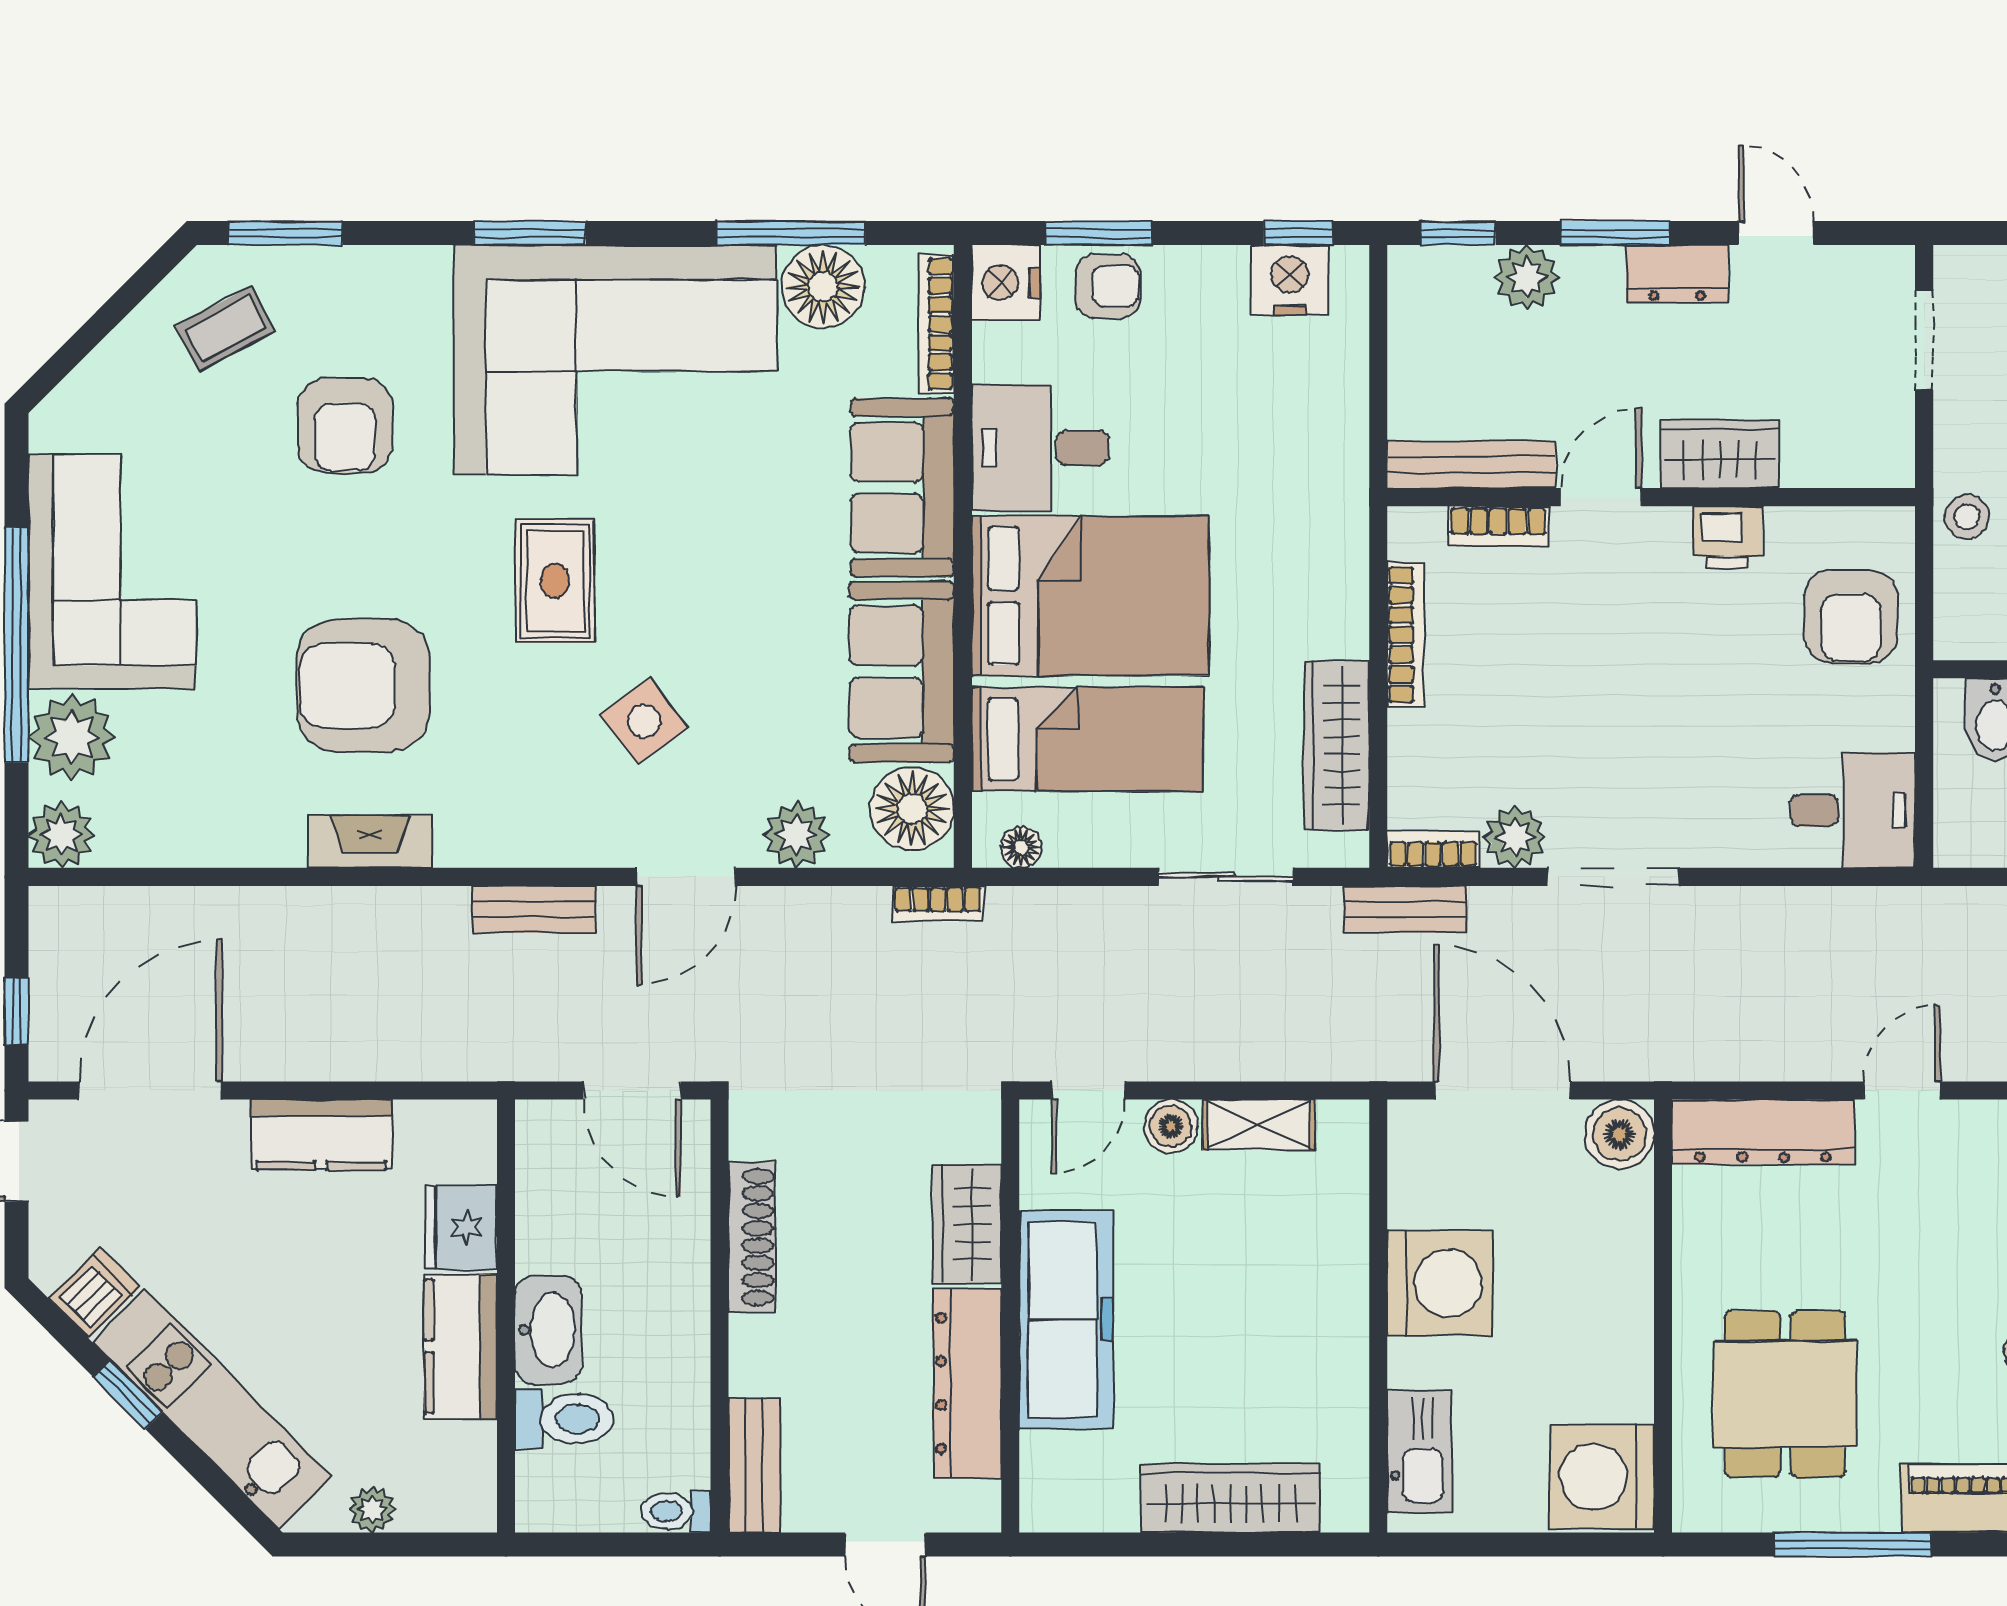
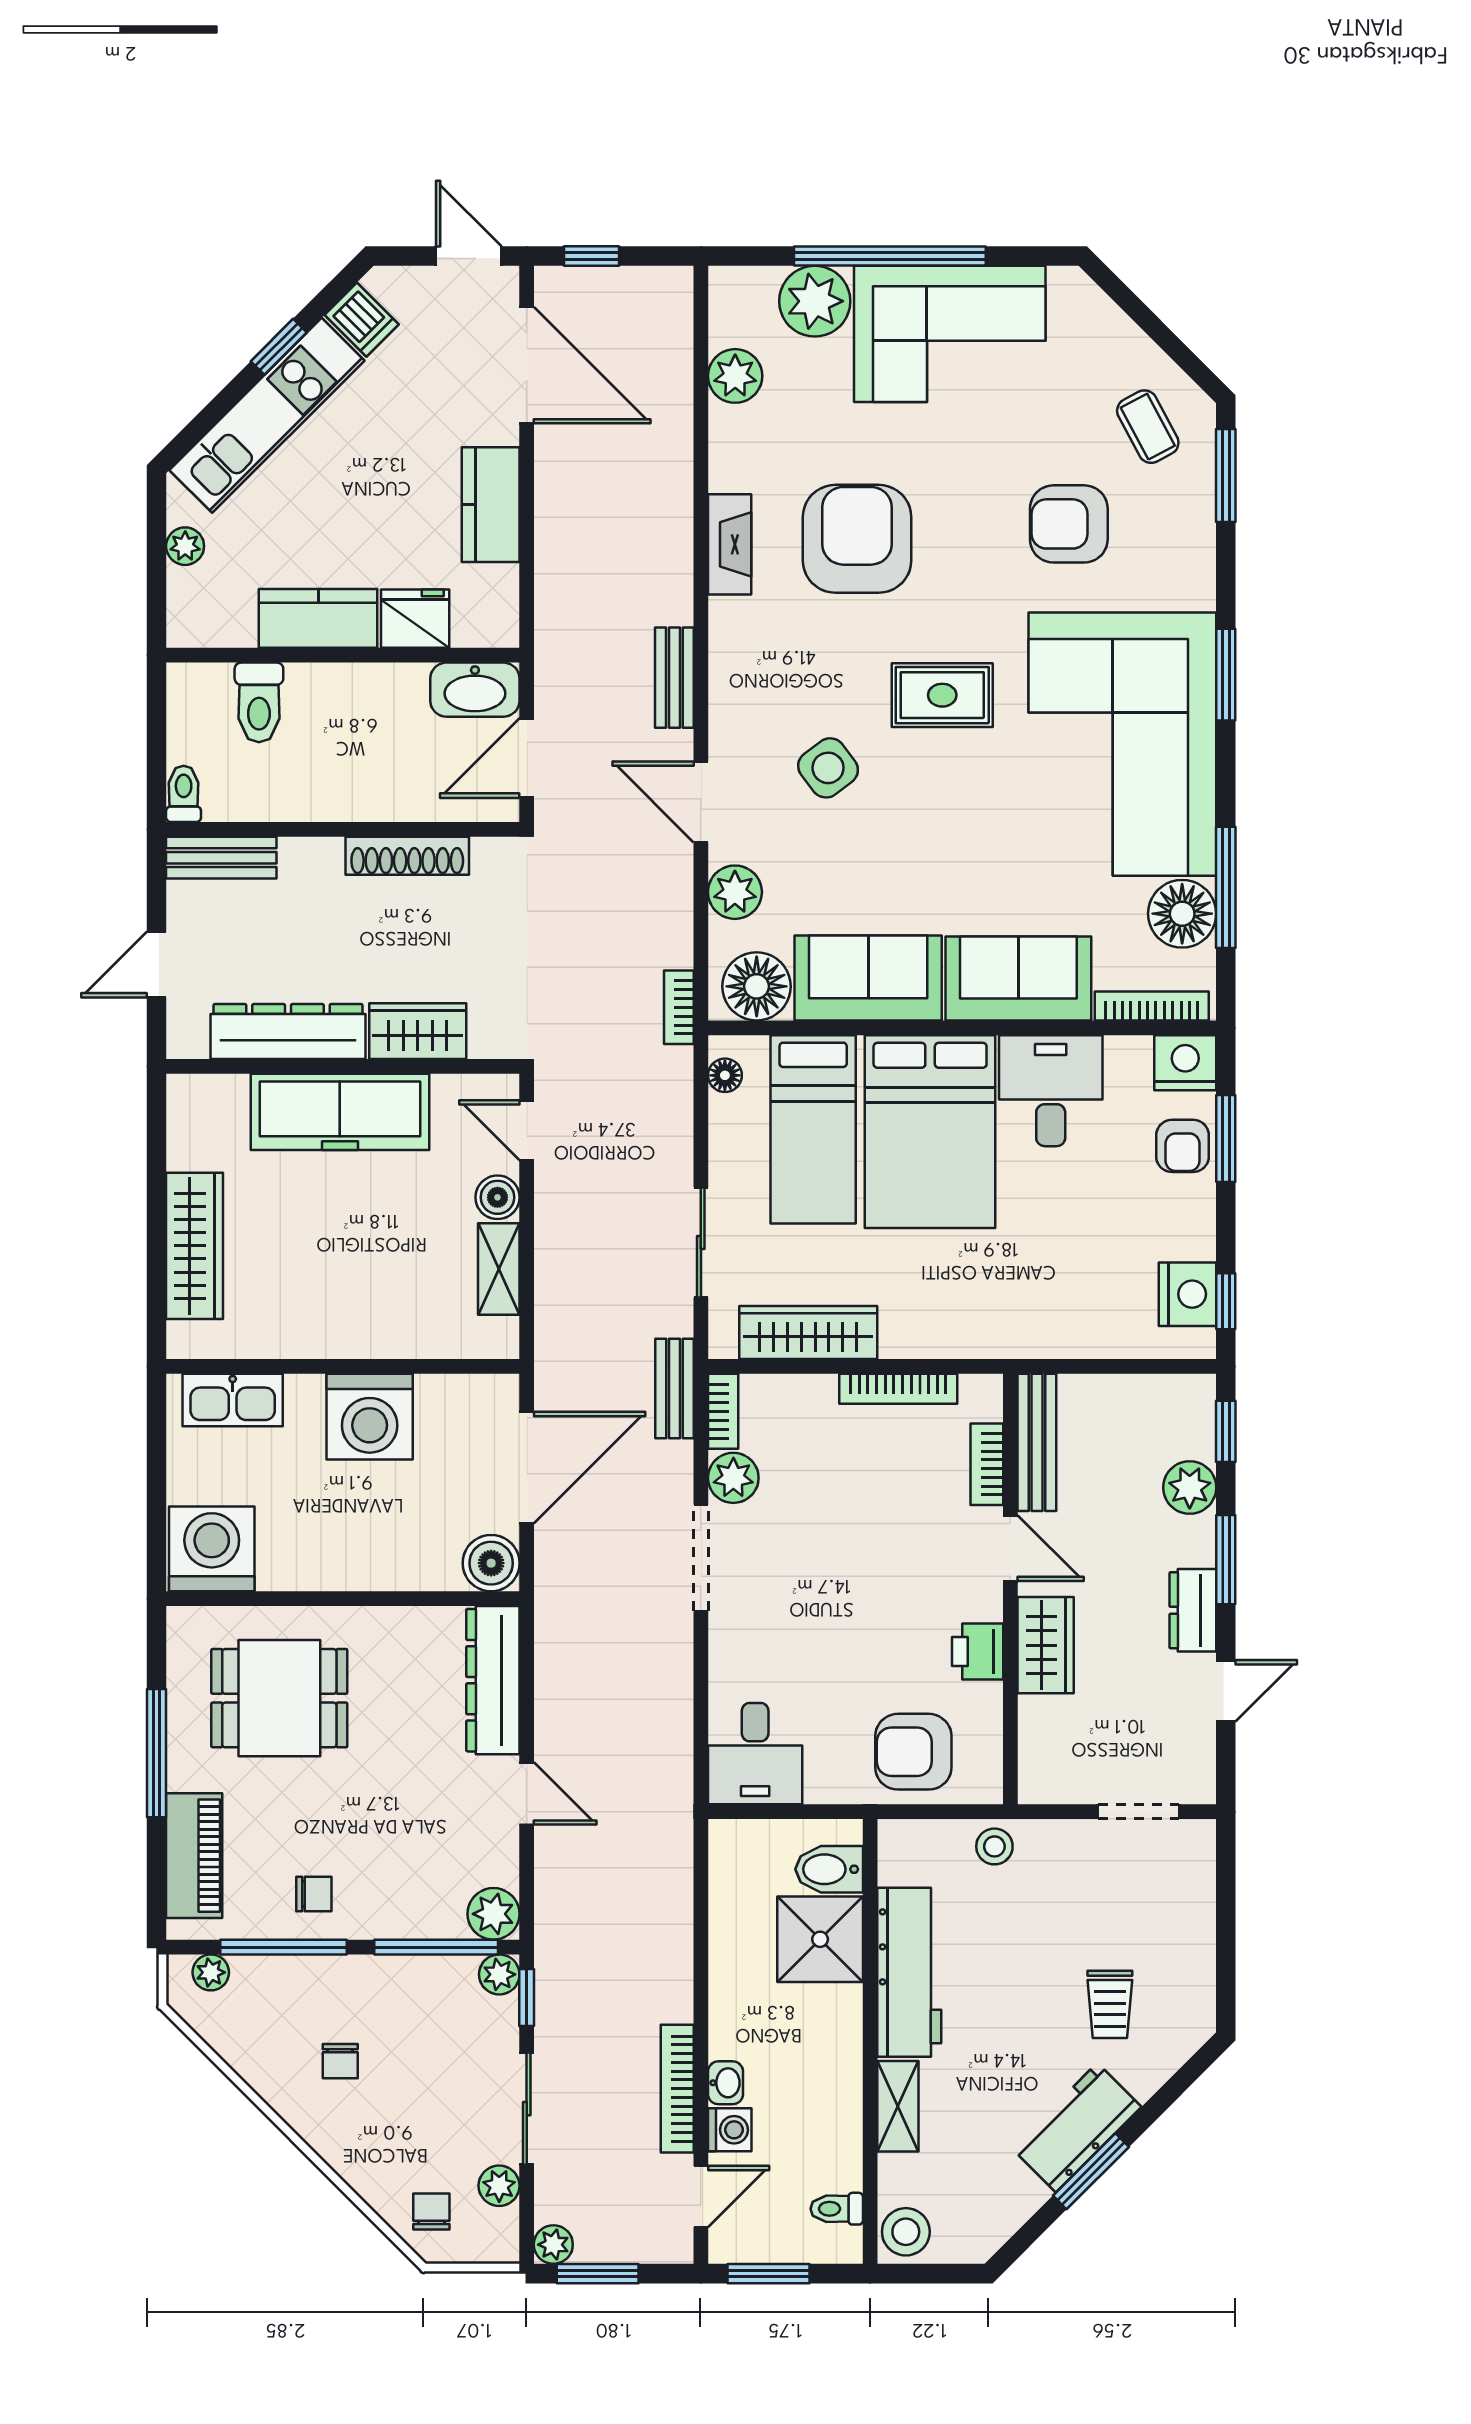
plant: (61, 835) -> (735, 376), moved
washbasin: (548, 1330) -> (475, 690), moved

